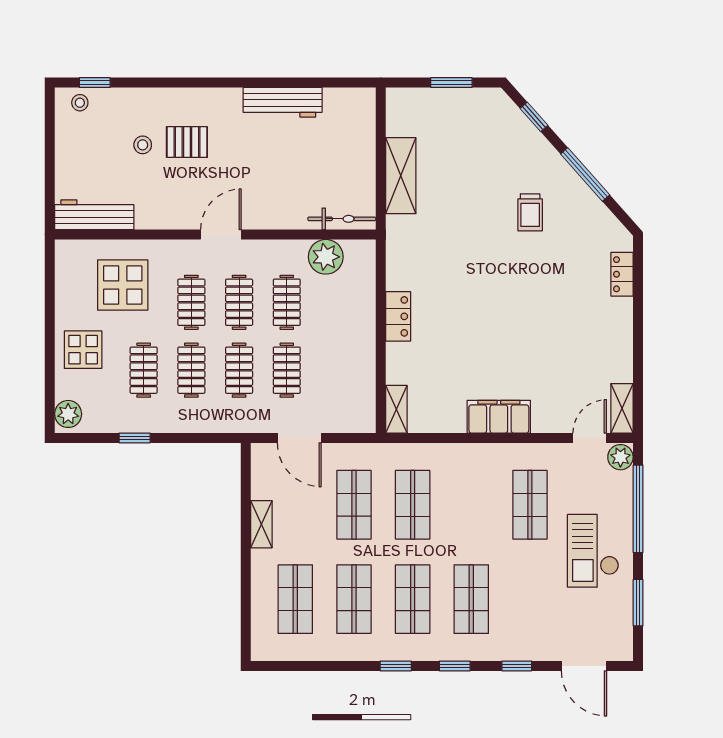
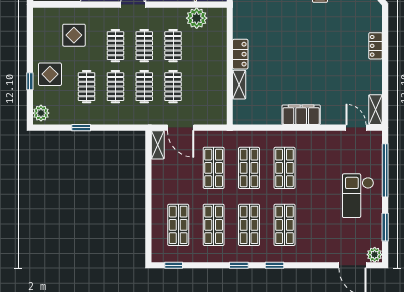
locker: (622, 274) -> (376, 46), moved
display table: (123, 285) -> (74, 35), width x0.73, depth x0.73
window: (50, 361) -> (30, 81), added
shelving: (396, 409) -> (239, 85), moved
door: (590, 438) -> (356, 128), hinge flipped
plant: (620, 457) -> (375, 255), moved
shop shelf: (530, 505) -> (284, 168), moved
shelving: (261, 524) -> (158, 145), moved
window: (517, 666) -> (174, 265), moved

